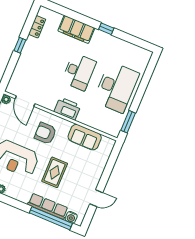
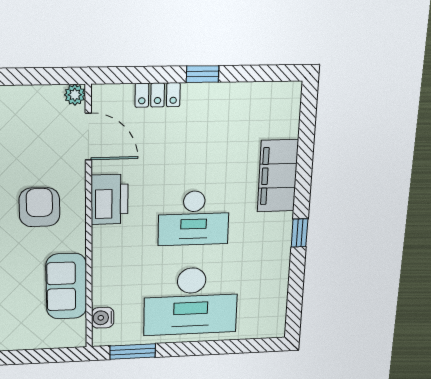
locker: (37, 27) -> (158, 95), moved
door: (25, 101) -> (88, 137), swing flipped
printer: (67, 109) -> (110, 199), moved
water cooler: (106, 128) -> (103, 318), added

